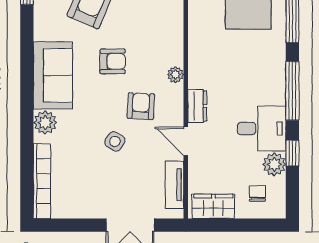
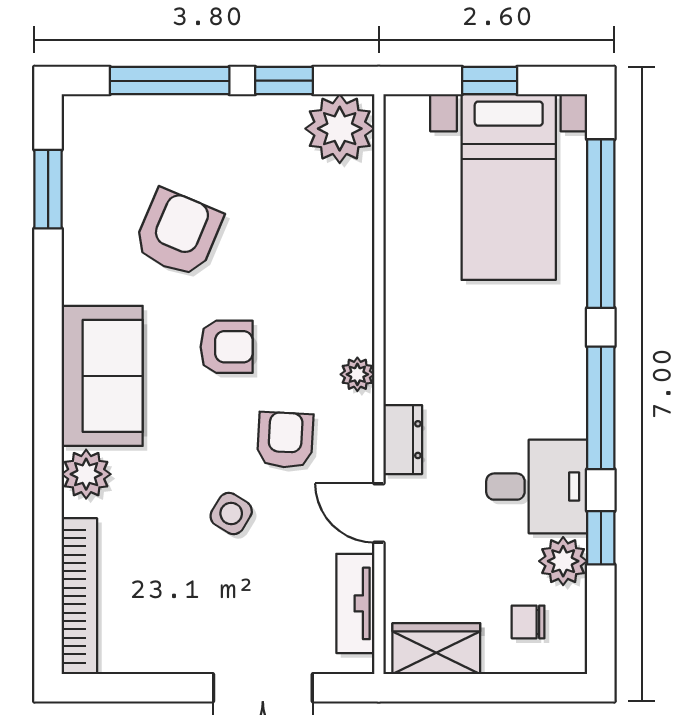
chair: (257, 193) -> (528, 622), turned -90

